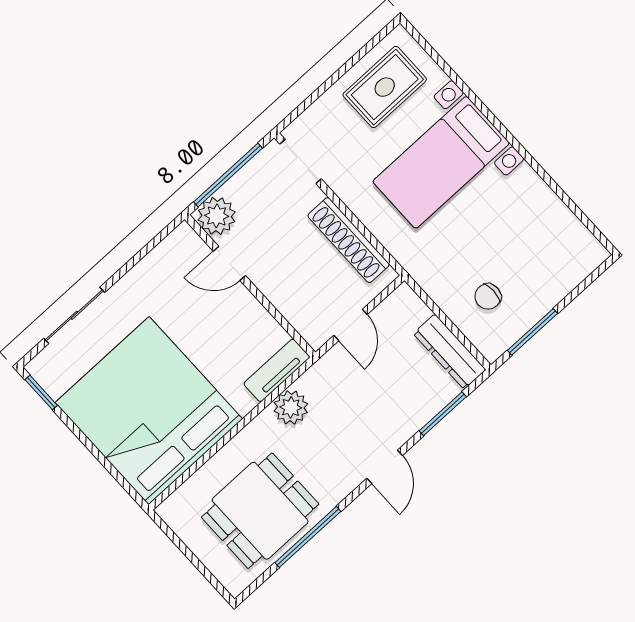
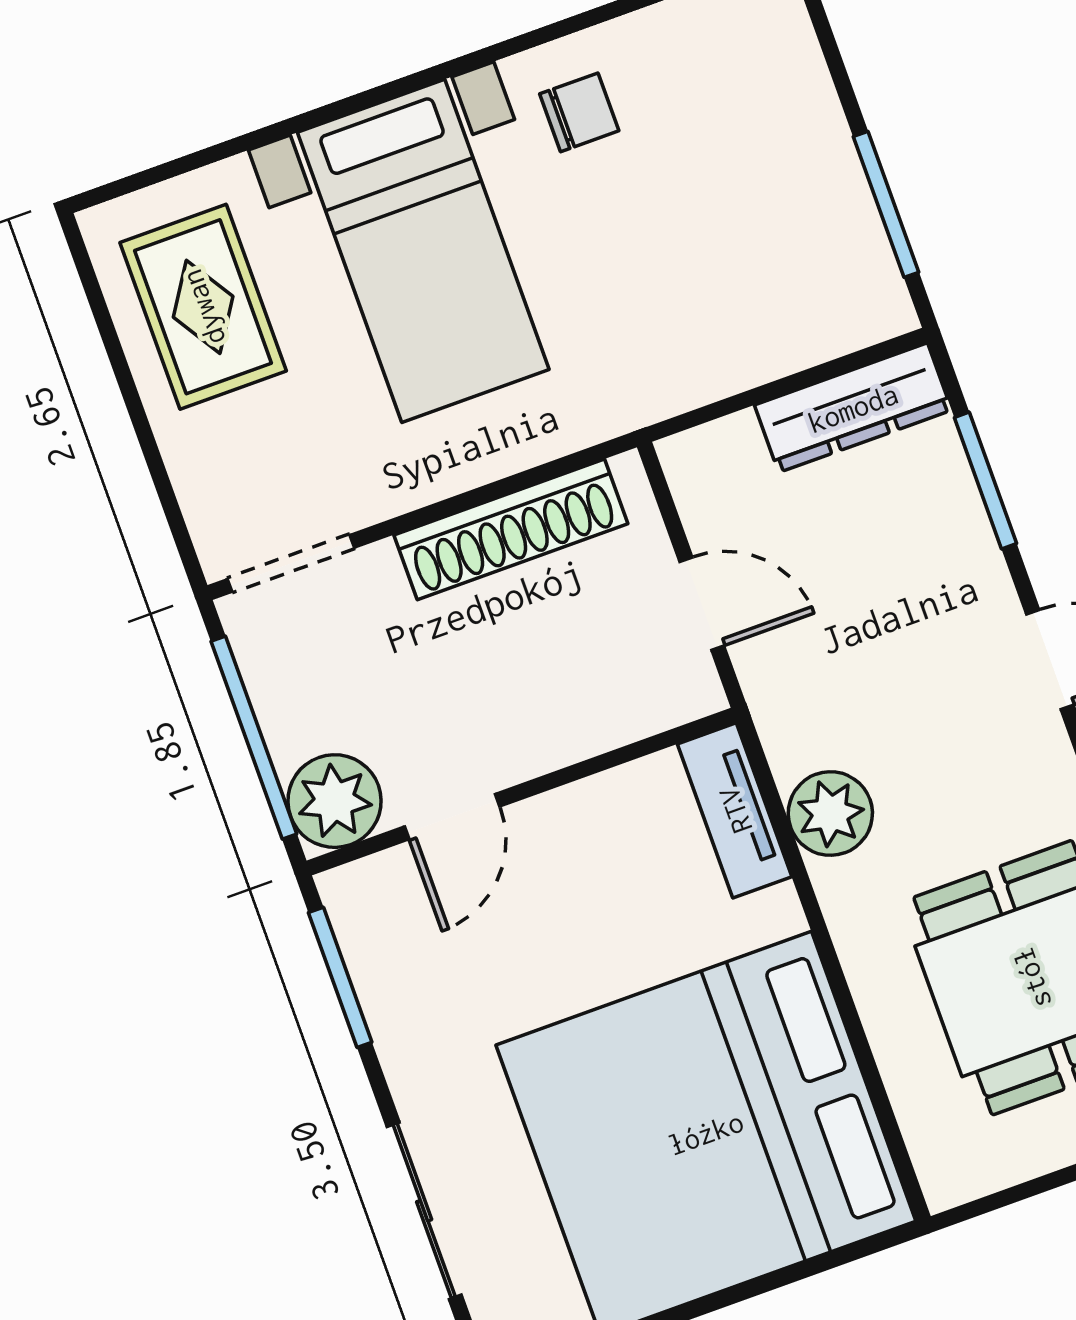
window: (150, 246) -> (340, 977), added
chair: (488, 296) -> (579, 112), moved, turned -90

